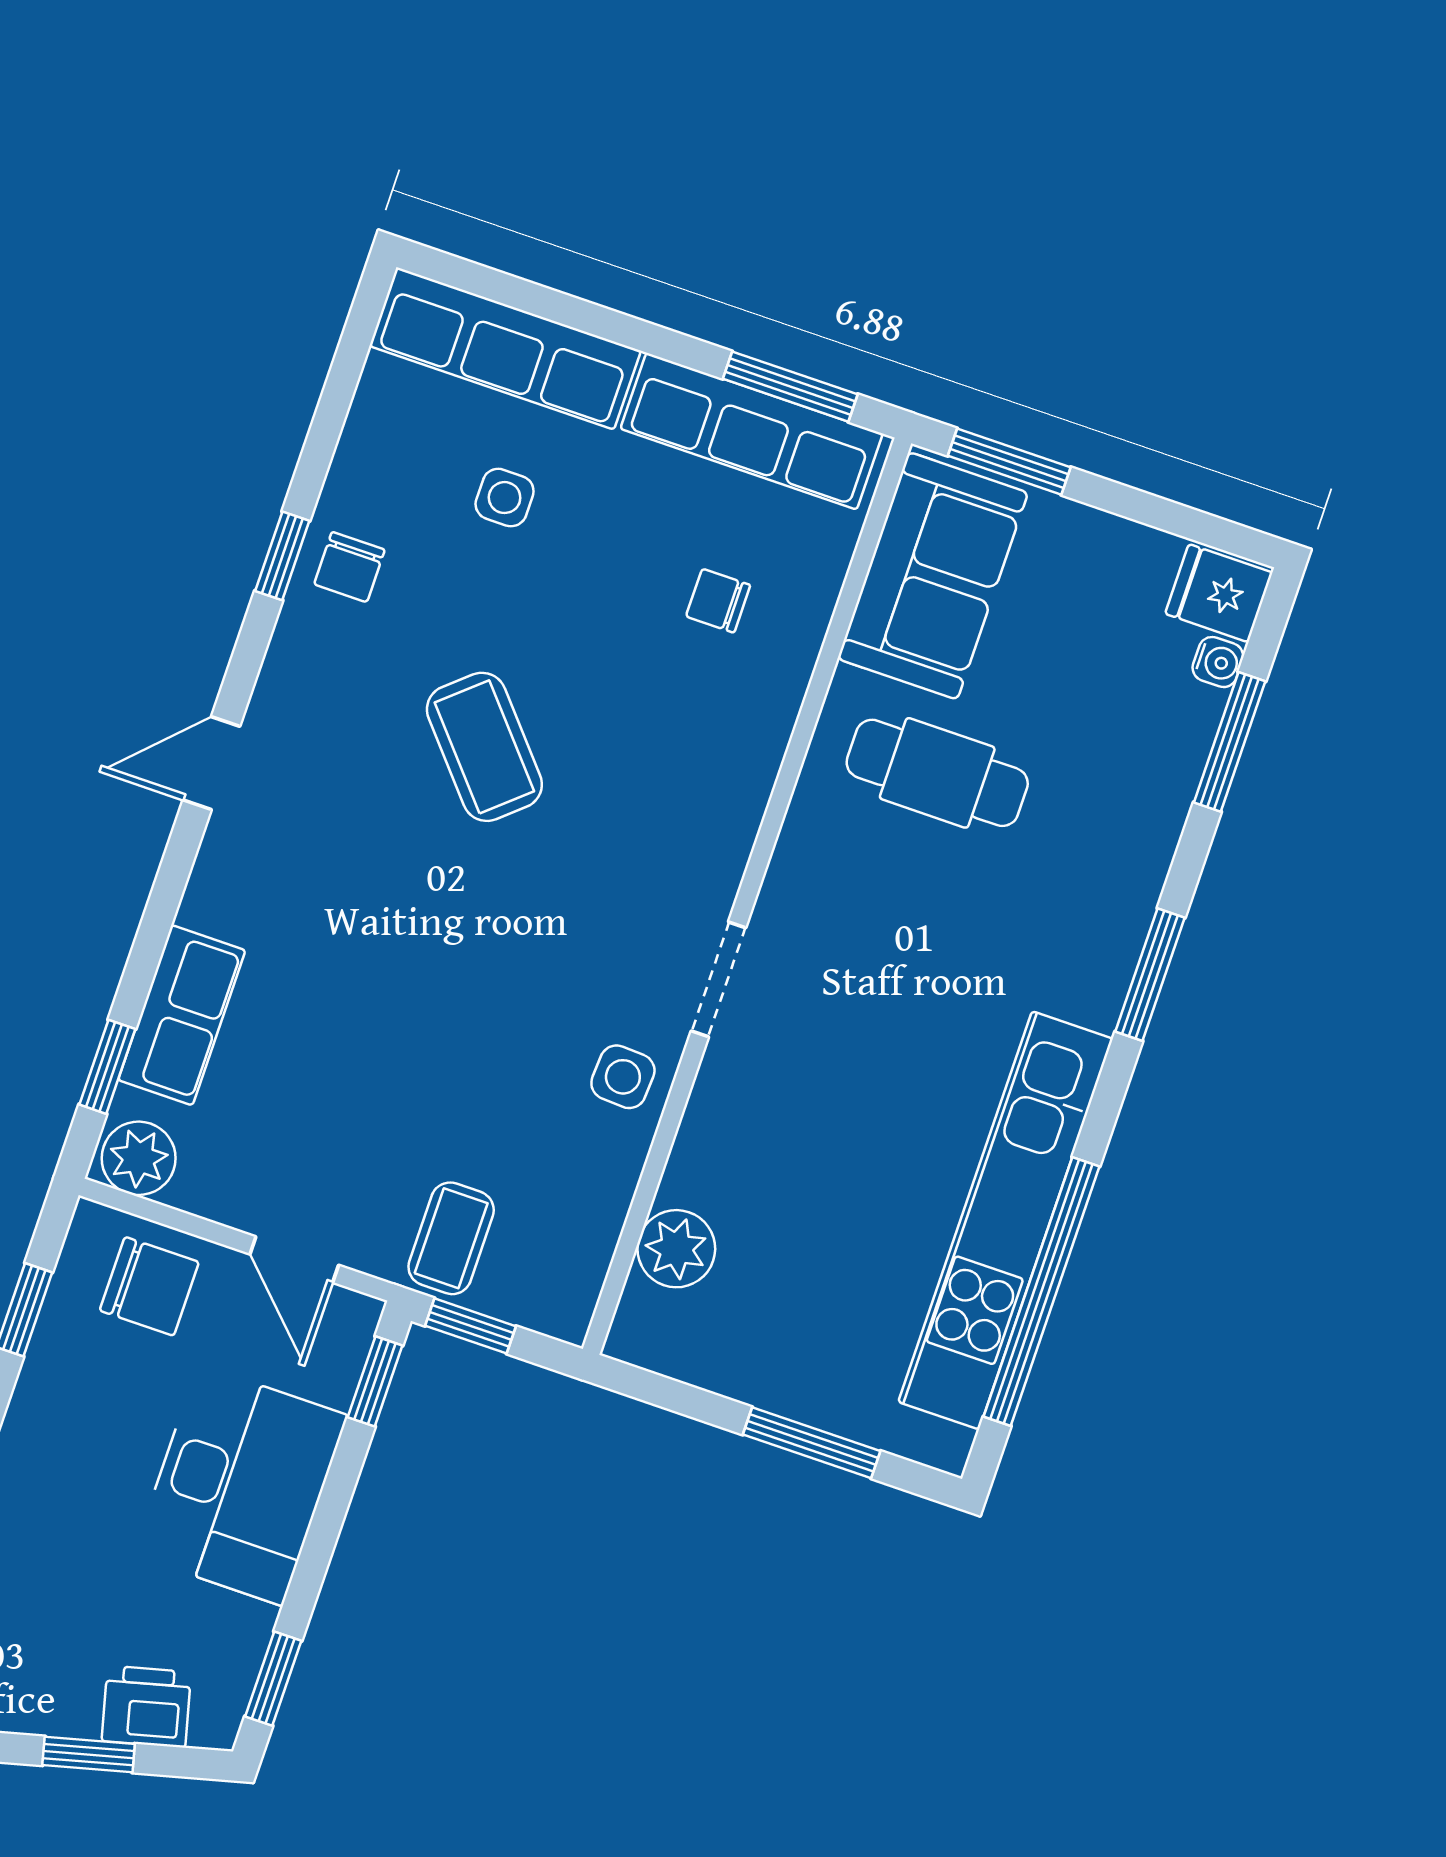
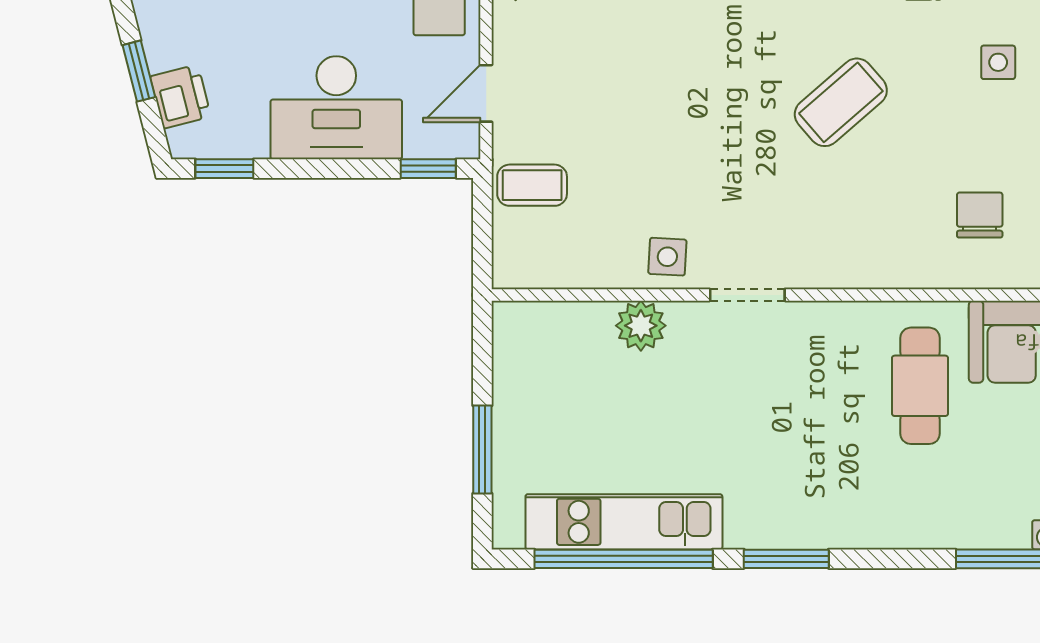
chair: (718, 601) -> (980, 215), width x1.37, depth x1.37
window: (1150, 975) -> (786, 559), moved
kitchen unit: (1006, 1220) -> (624, 522), width x0.73
plant: (676, 1249) -> (641, 326), moved
window: (471, 1326) -> (482, 216), removed

